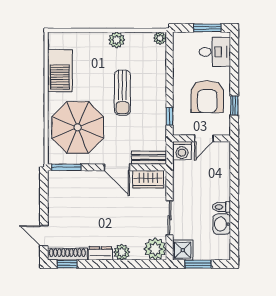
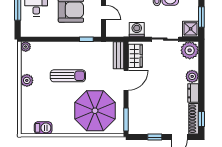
barbecue: (60, 71) -> (43, 128), width x0.53, depth x0.65
washing machine: (182, 151) -> (137, 30), moved, turned -90
window: (44, 204) -> (155, 137), added

